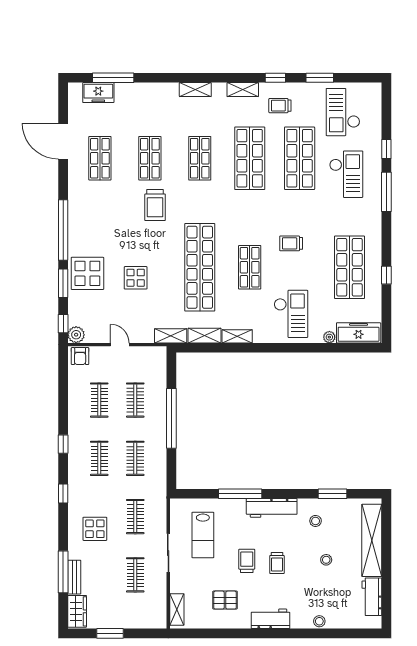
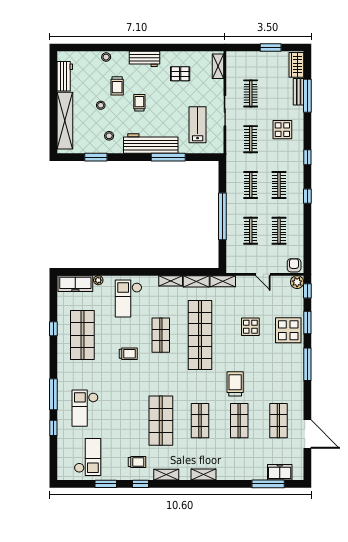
shop shelf: (300, 158) -> (122, 421), removed
window: (63, 230) -> (307, 364), width x0.68
workbench: (272, 508) -> (151, 144), width x1.36, depth x1.32
trolley: (247, 561) -> (117, 86), moved

